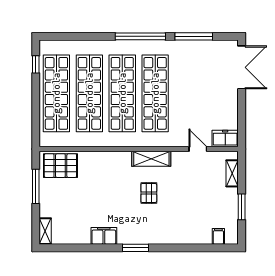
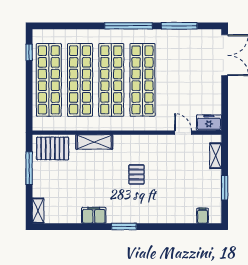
shelving: (151, 159) -> (94, 142), moved

